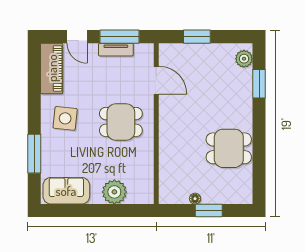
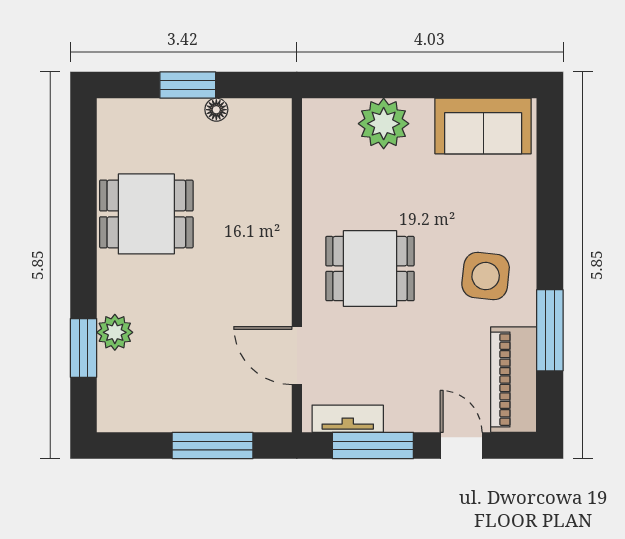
window: (197, 37) -> (213, 445), width x1.44
tv unit: (116, 50) -> (348, 419), moved
plant: (244, 59) -> (115, 332), moved
window: (34, 154) -> (550, 330), moved

